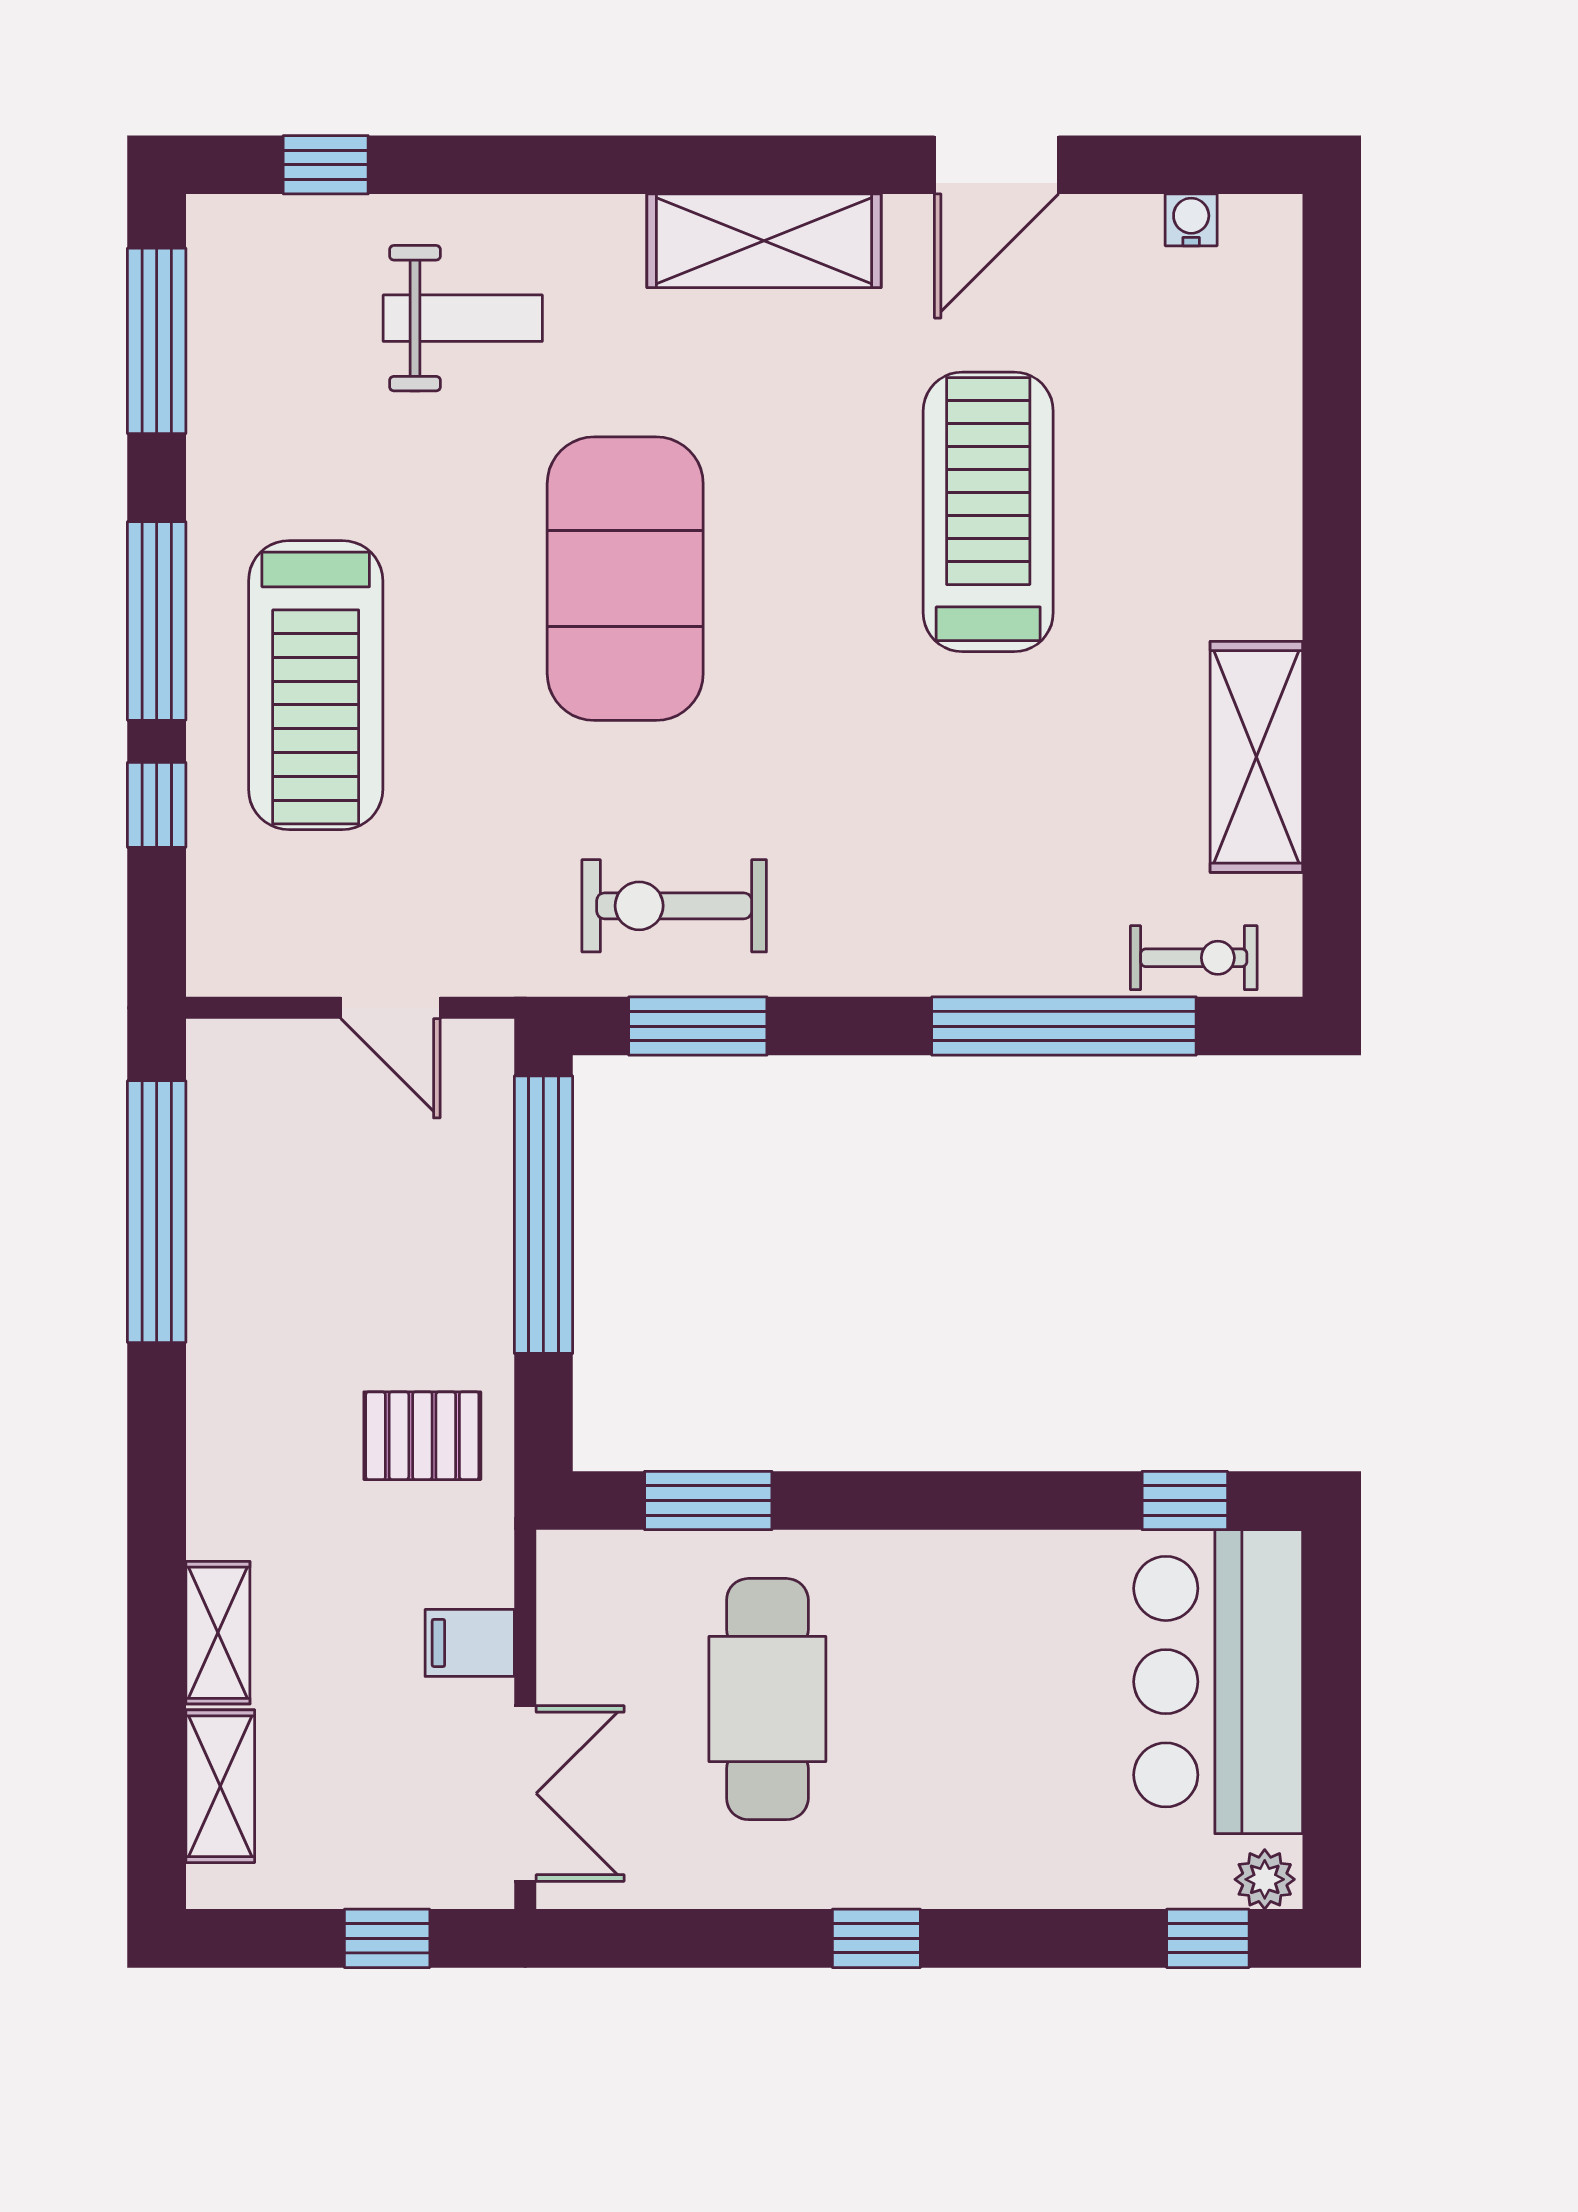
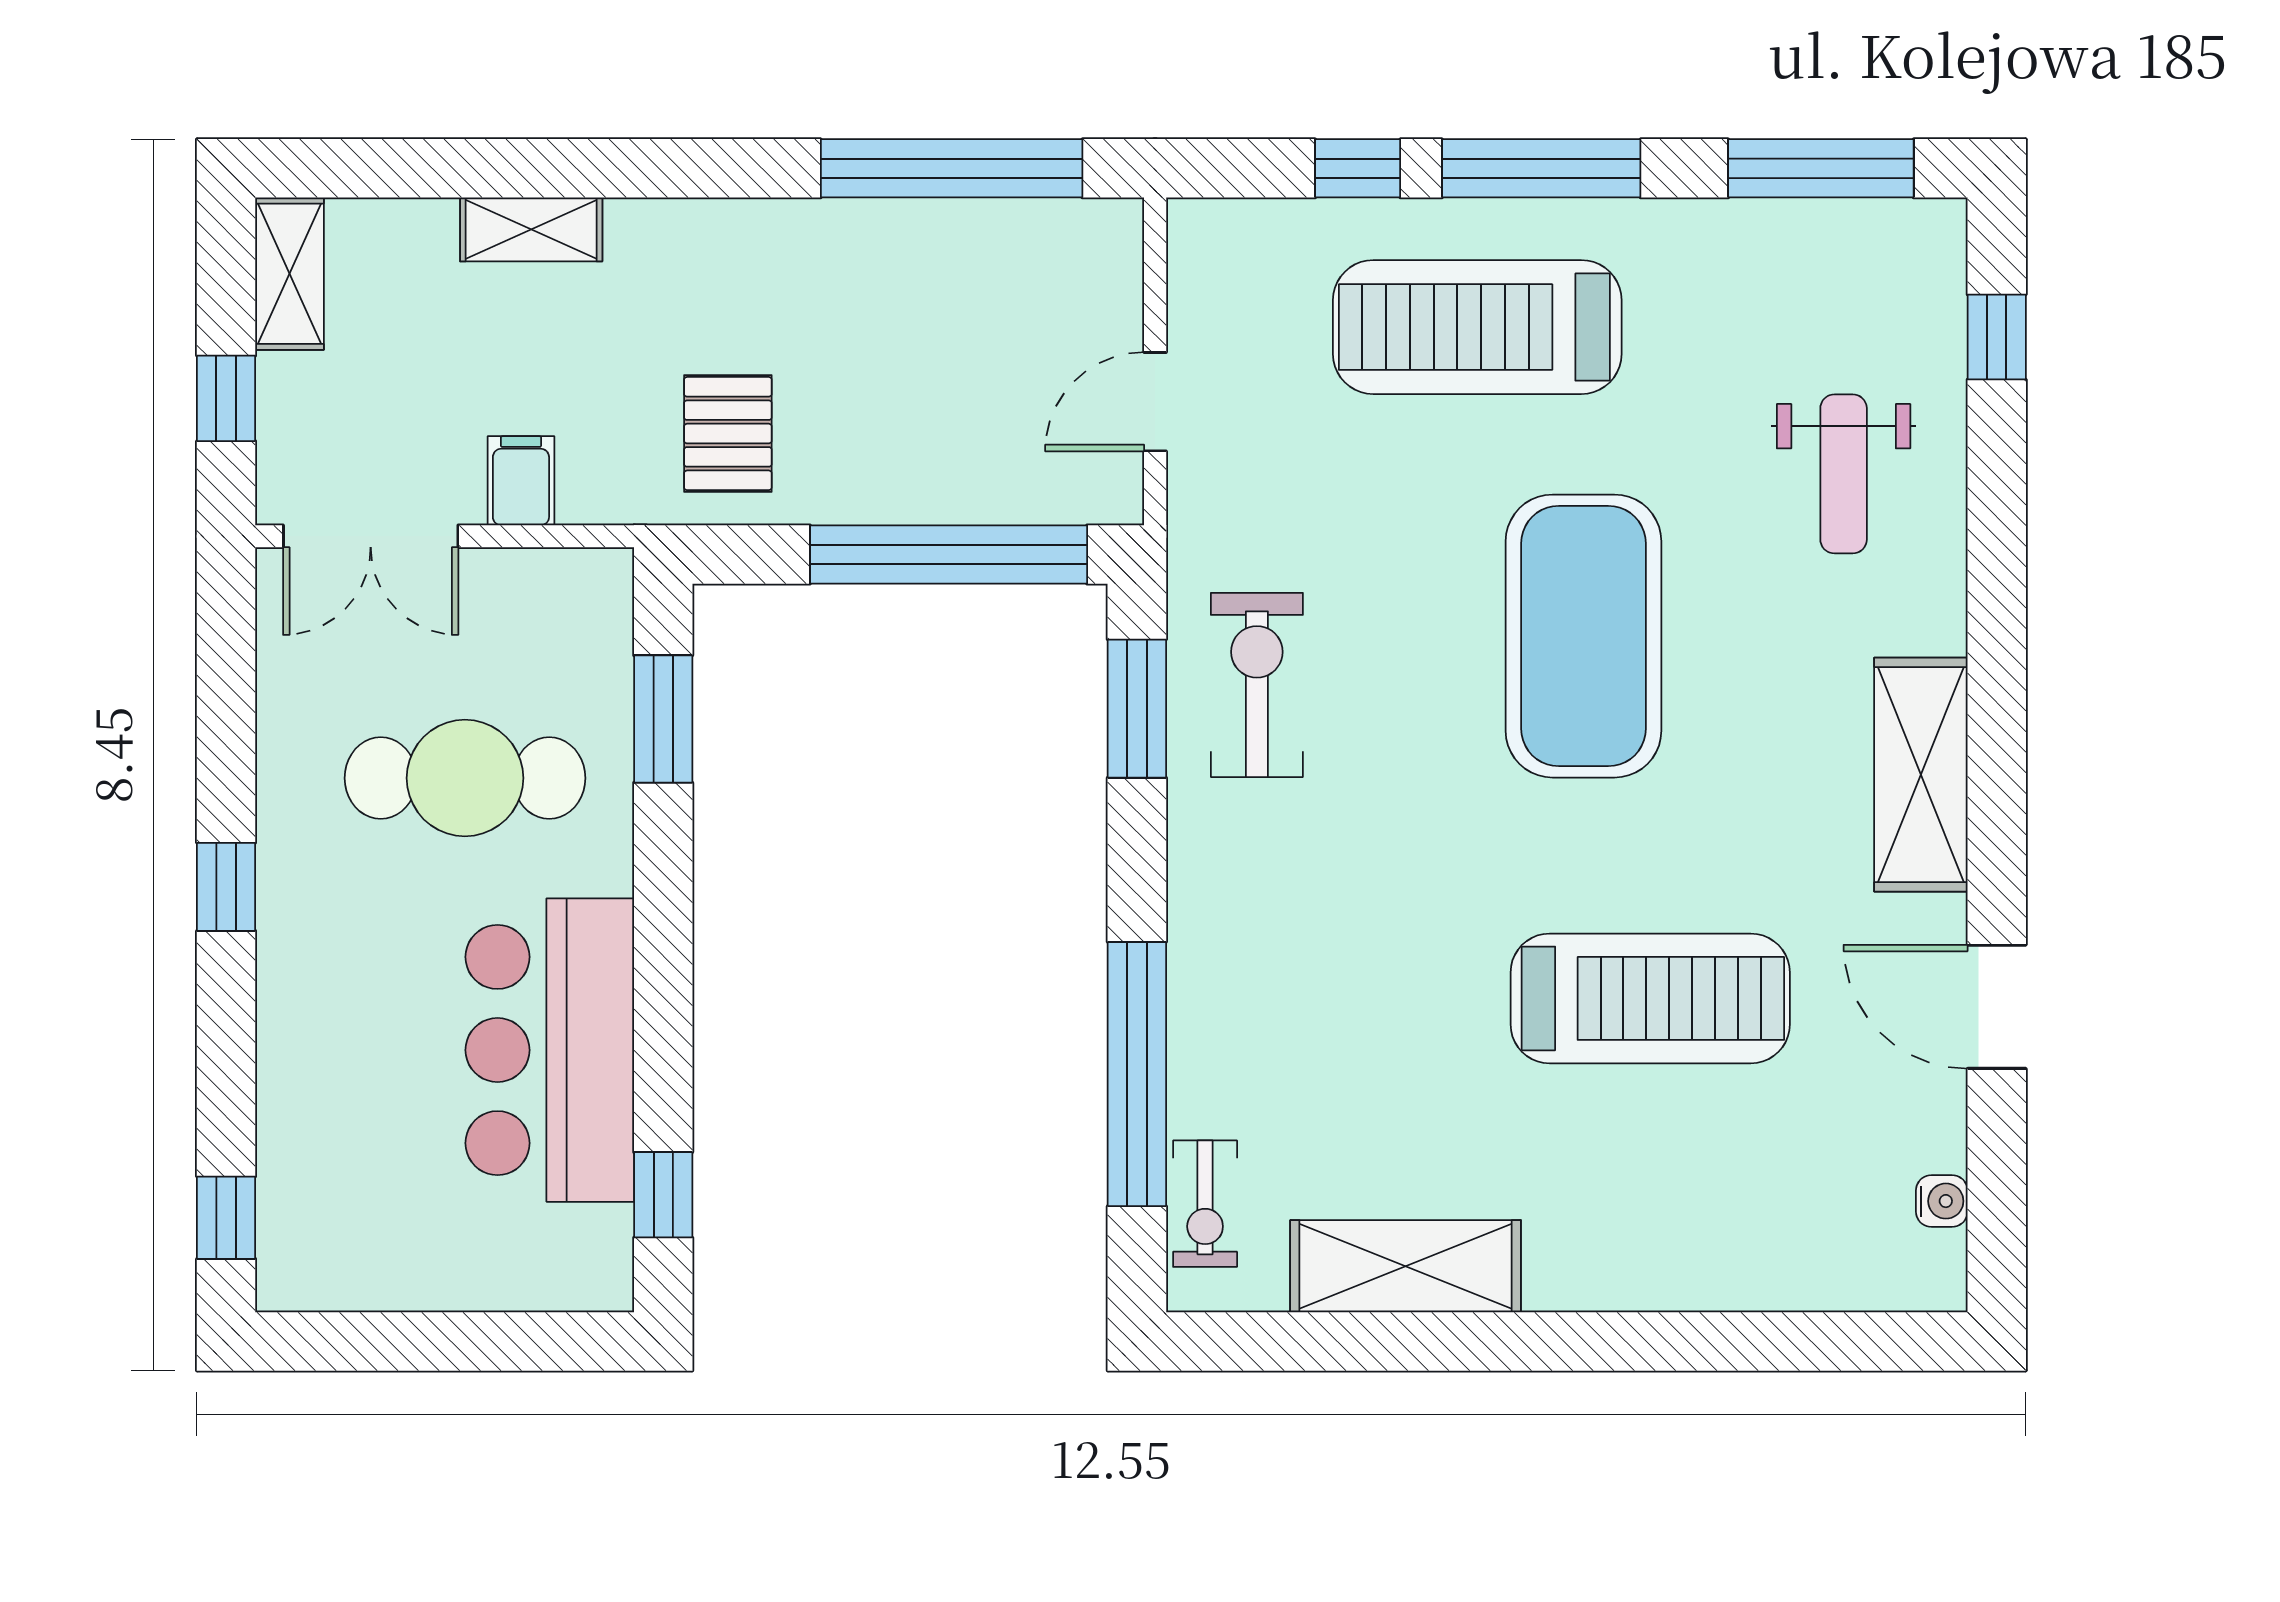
exercise mat: (625, 579) -> (1583, 636), turned 90
bar counter: (1218, 1682) -> (550, 1050), moved, turned -90
shelving: (220, 1786) -> (289, 274), moved, turned 90
plant: (1265, 1879) -> (285, 1275), removed

